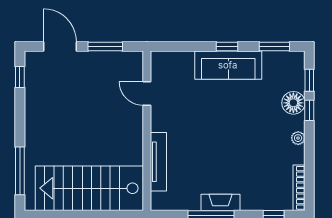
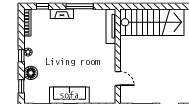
window: (309, 110) -> (21, 56), moved
tv unit: (158, 162) -> (111, 26), moved
fireplace: (220, 202) -> (62, 14), moved

